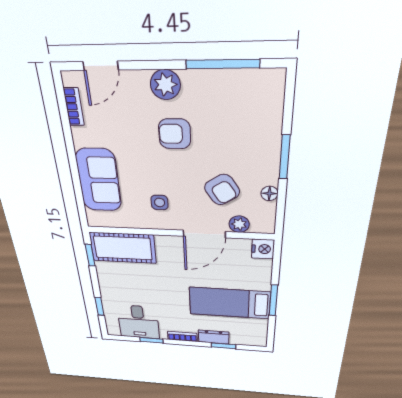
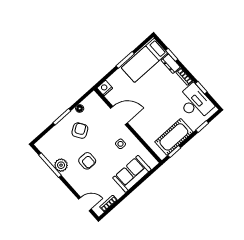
plant: (165, 85) -> (61, 165), moved
armchair: (222, 190) -> (80, 131), moved
plant: (239, 224) -> (102, 107), removed
cot: (123, 248) -> (174, 137), moved, turned 90
bed: (229, 303) -> (144, 60), moved, turned 90
desk: (138, 322) -> (195, 103), width x1.37

